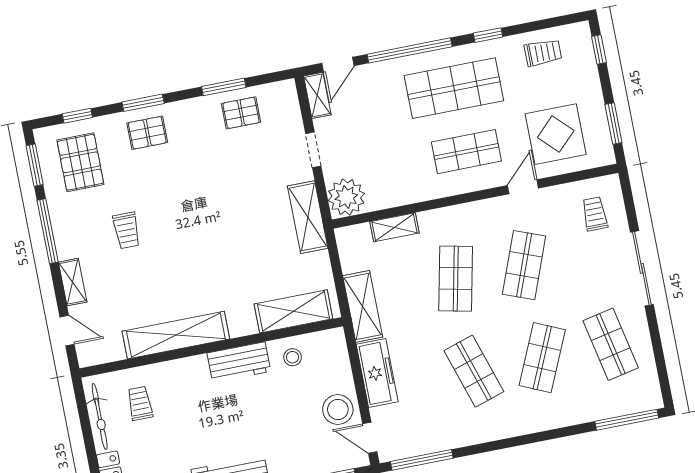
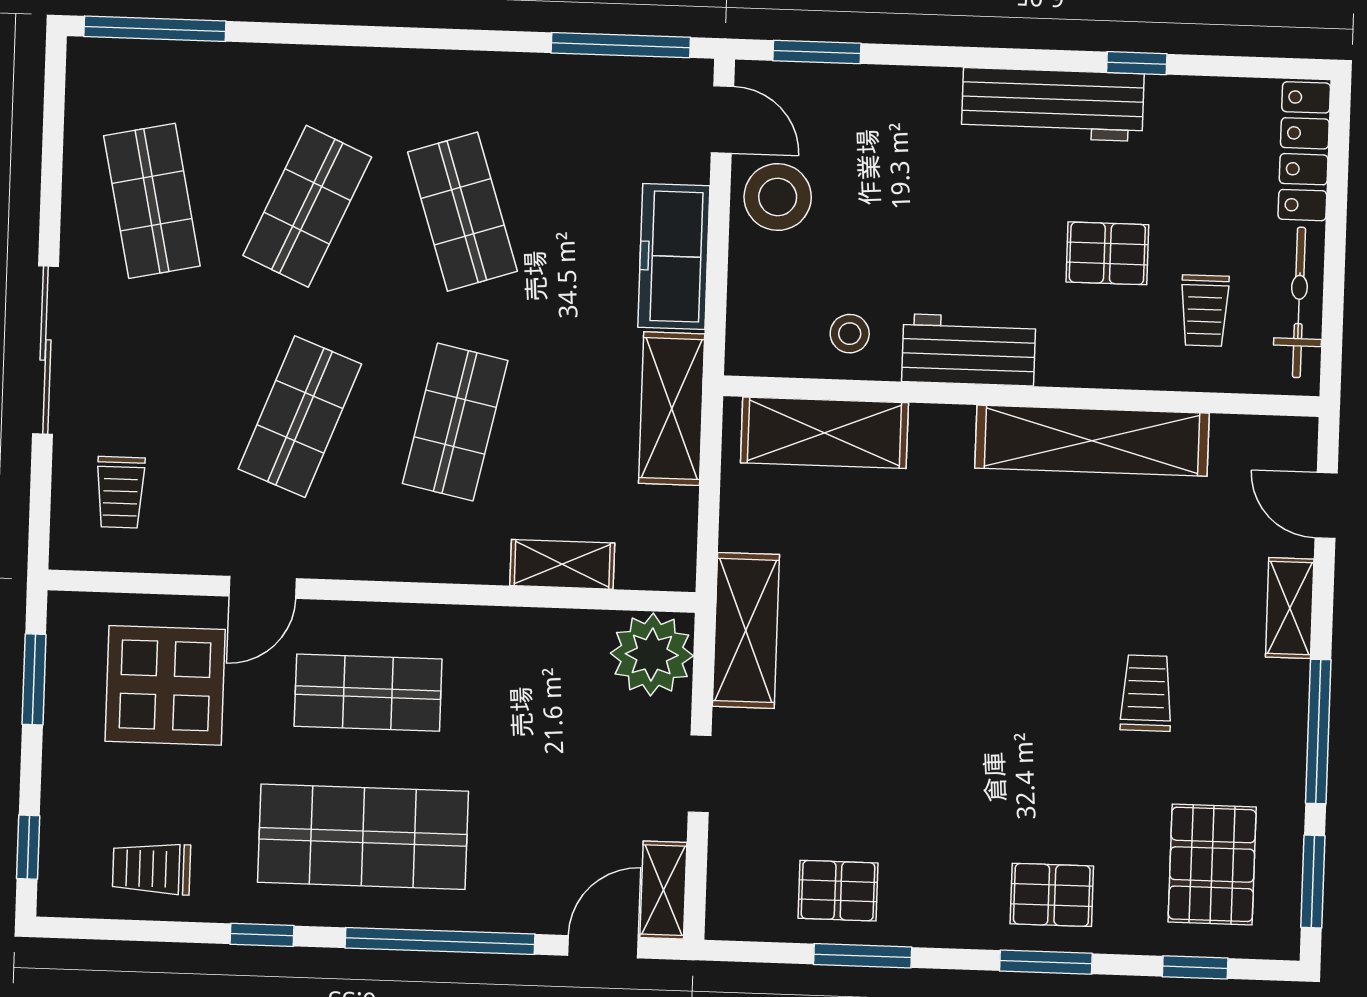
pallet: (188, 418) -> (1107, 253), added

